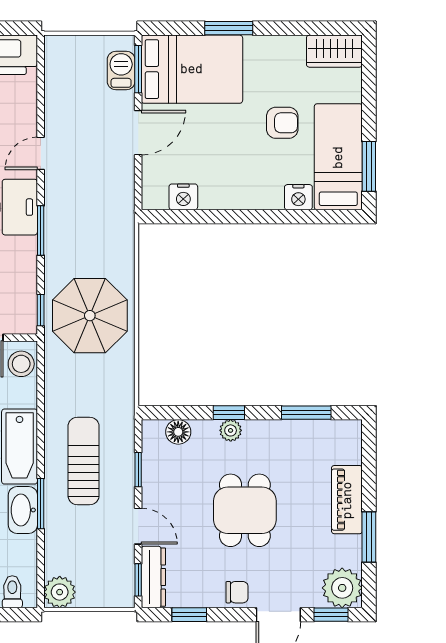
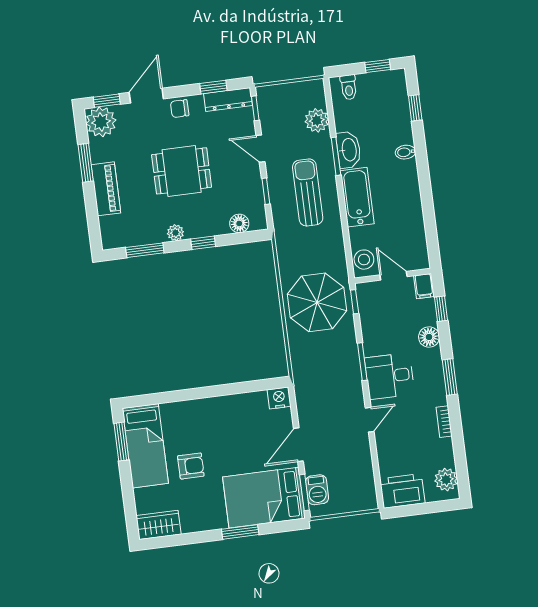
armchair: (282, 123) -> (191, 466), turned 180
nightstand: (183, 197) -> (279, 398), moved
nightstand: (298, 197) -> (171, 412), removed
plant: (231, 430) -> (175, 233), moved
sun lounger: (84, 461) -> (308, 192), turned 180
dining table: (245, 510) -> (182, 171), turned 90
dresser: (153, 577) -> (228, 100), moved, turned -90
plant: (60, 592) -> (317, 120), moved

